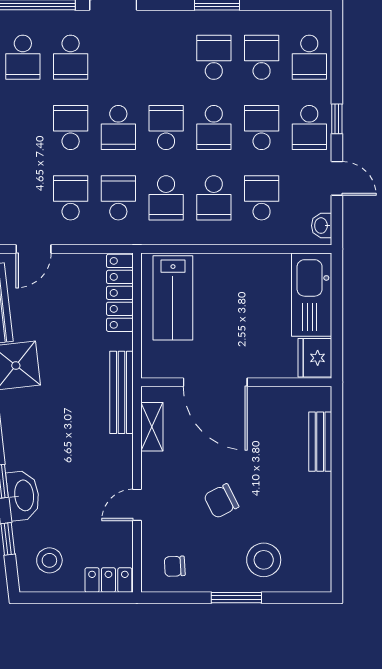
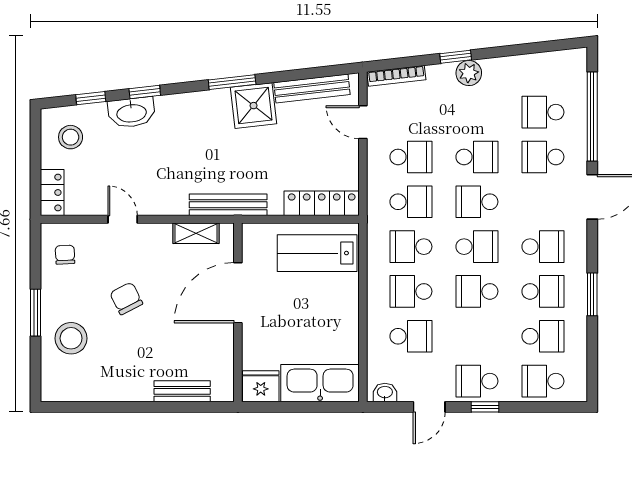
school desk: (262, 128) -> (543, 247), moved

